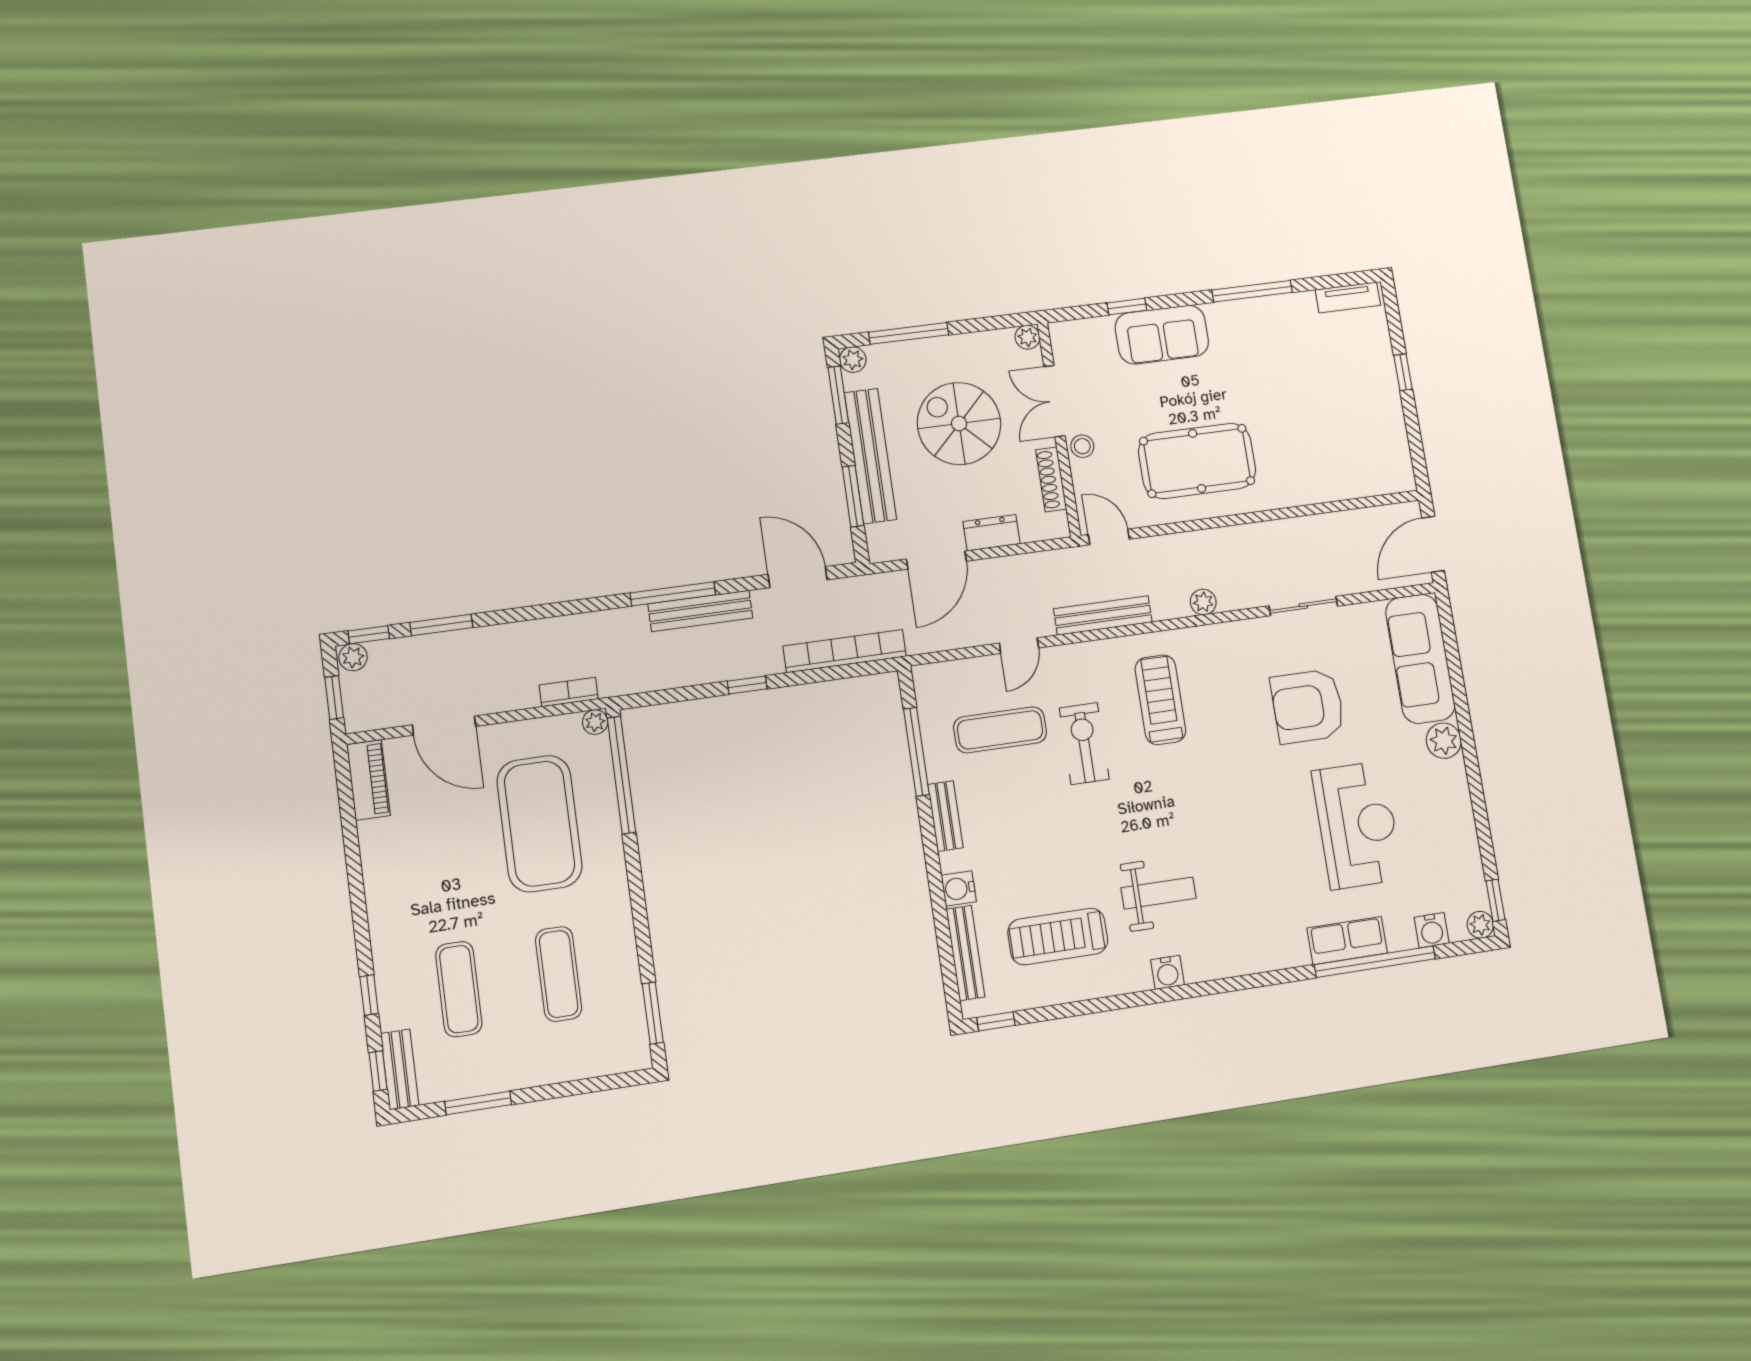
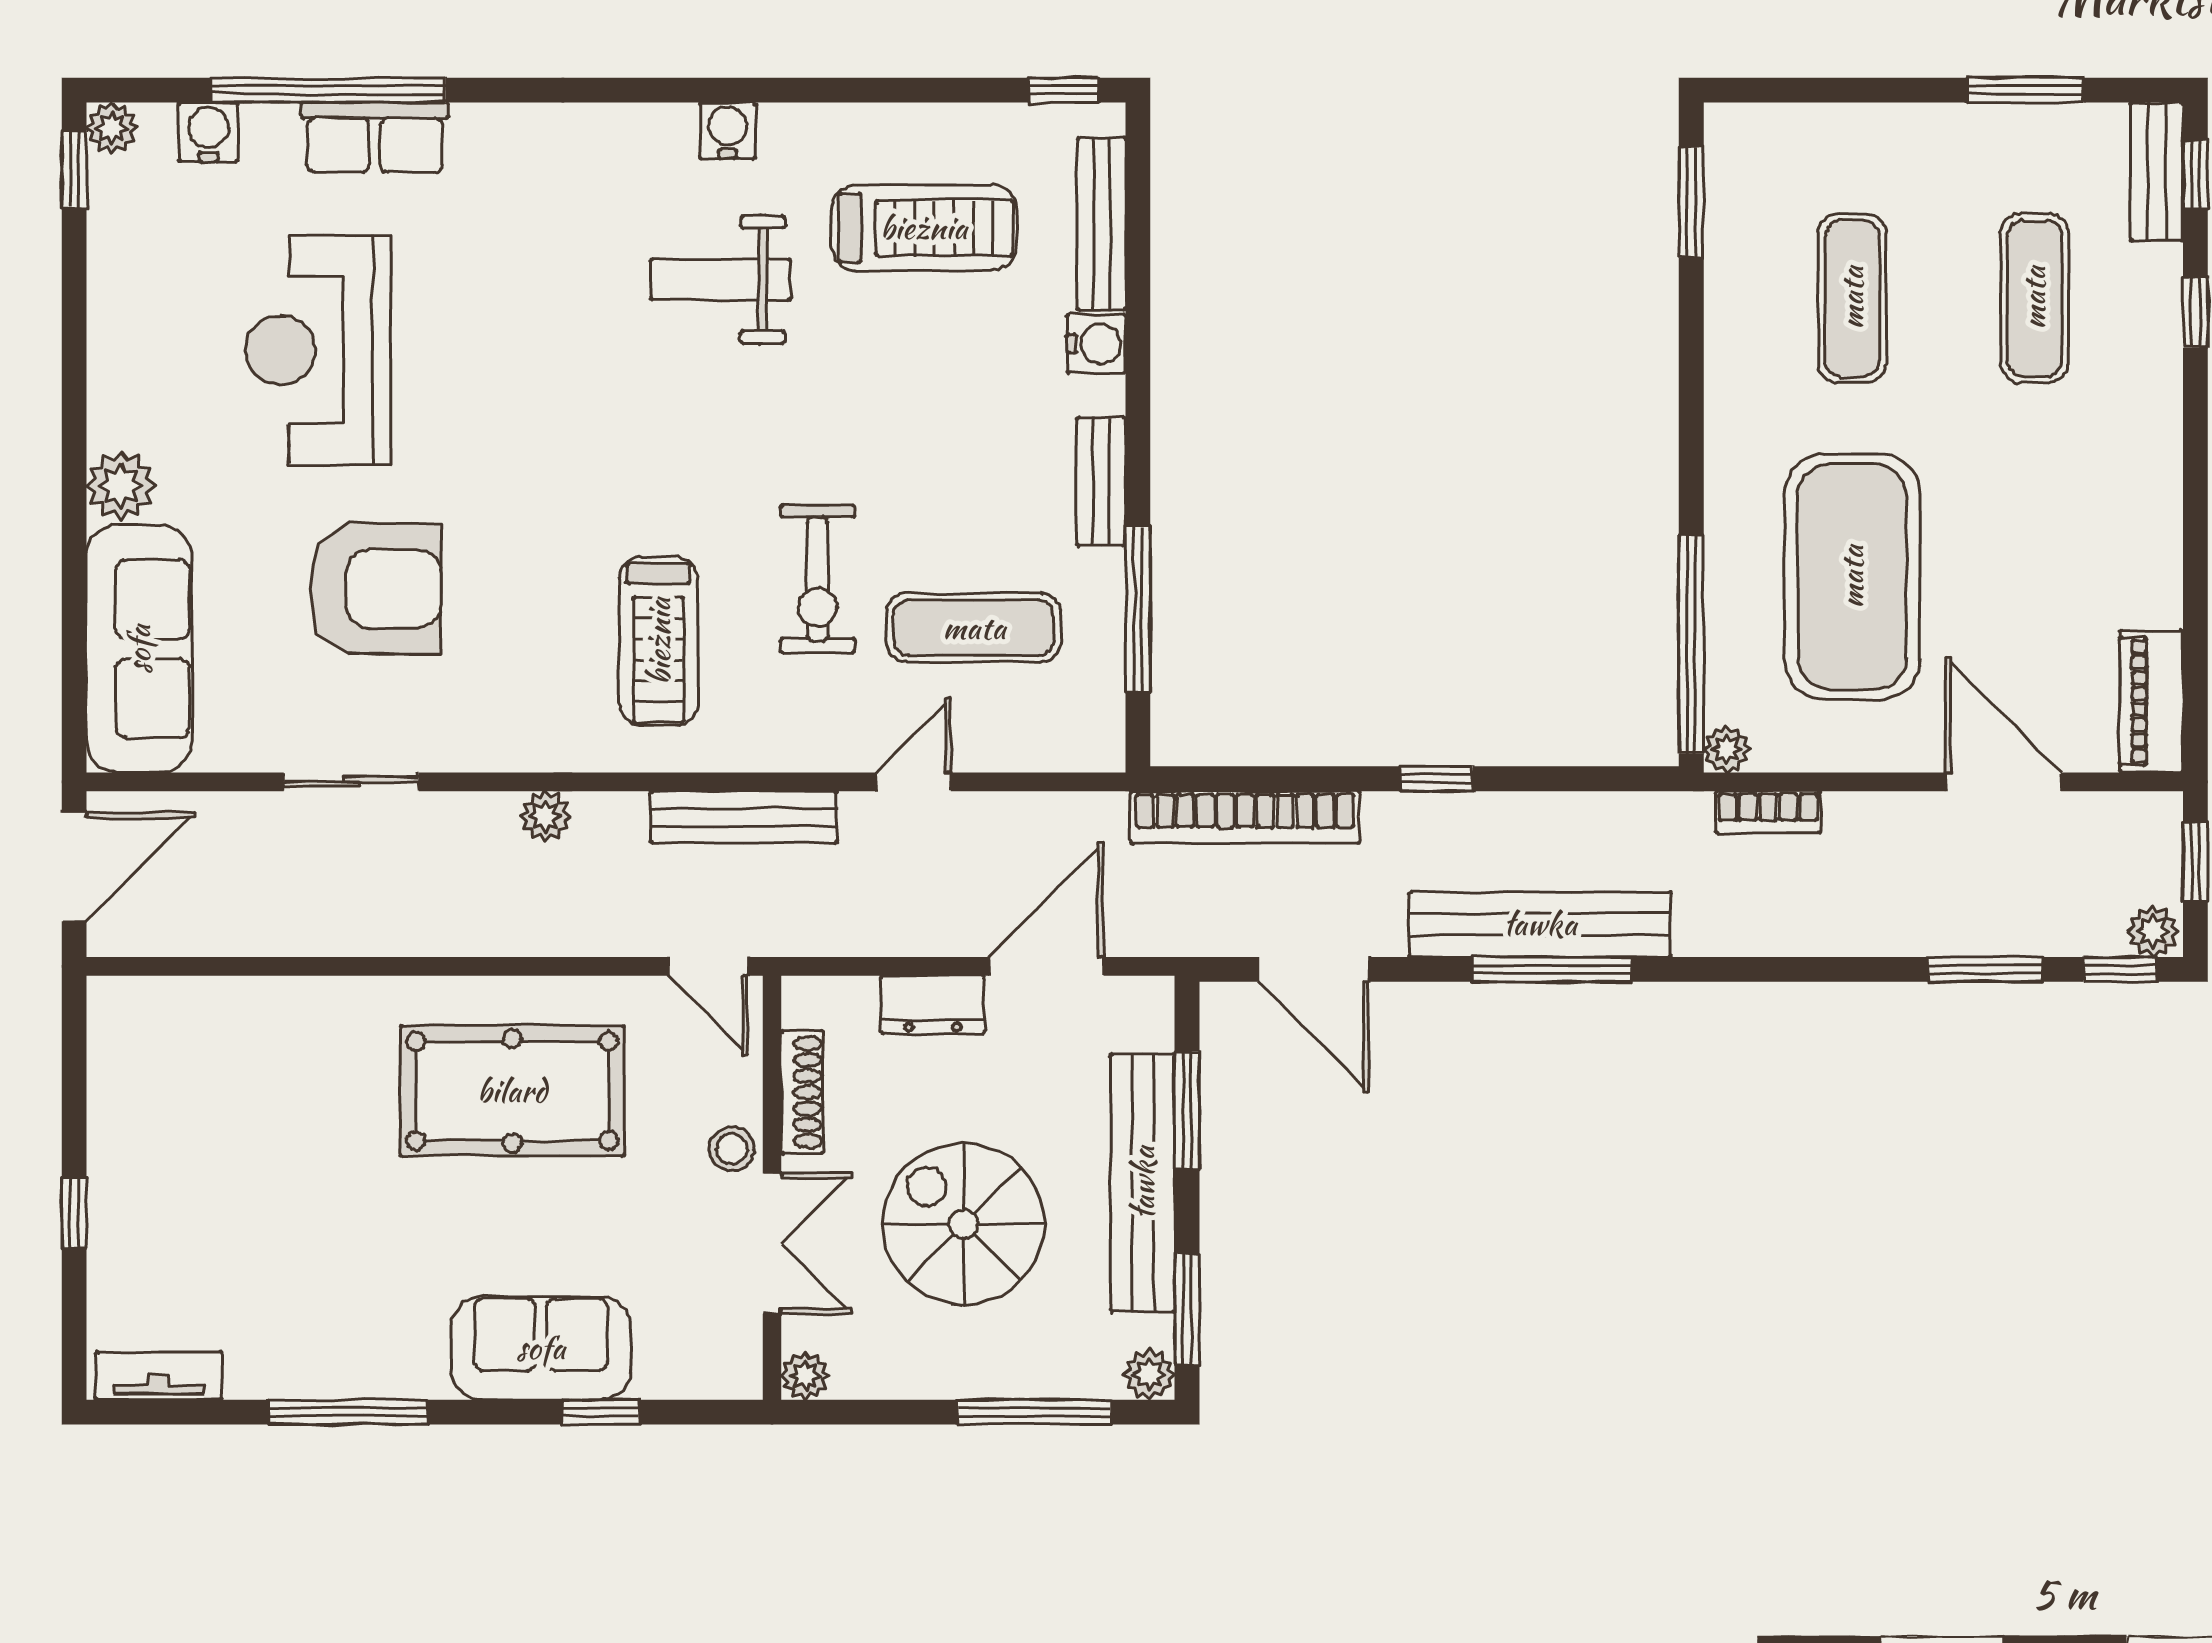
spiral stairs: (959, 424) -> (964, 1224), turned 180
bench: (700, 611) -> (1540, 924), width x1.37, depth x1.21

